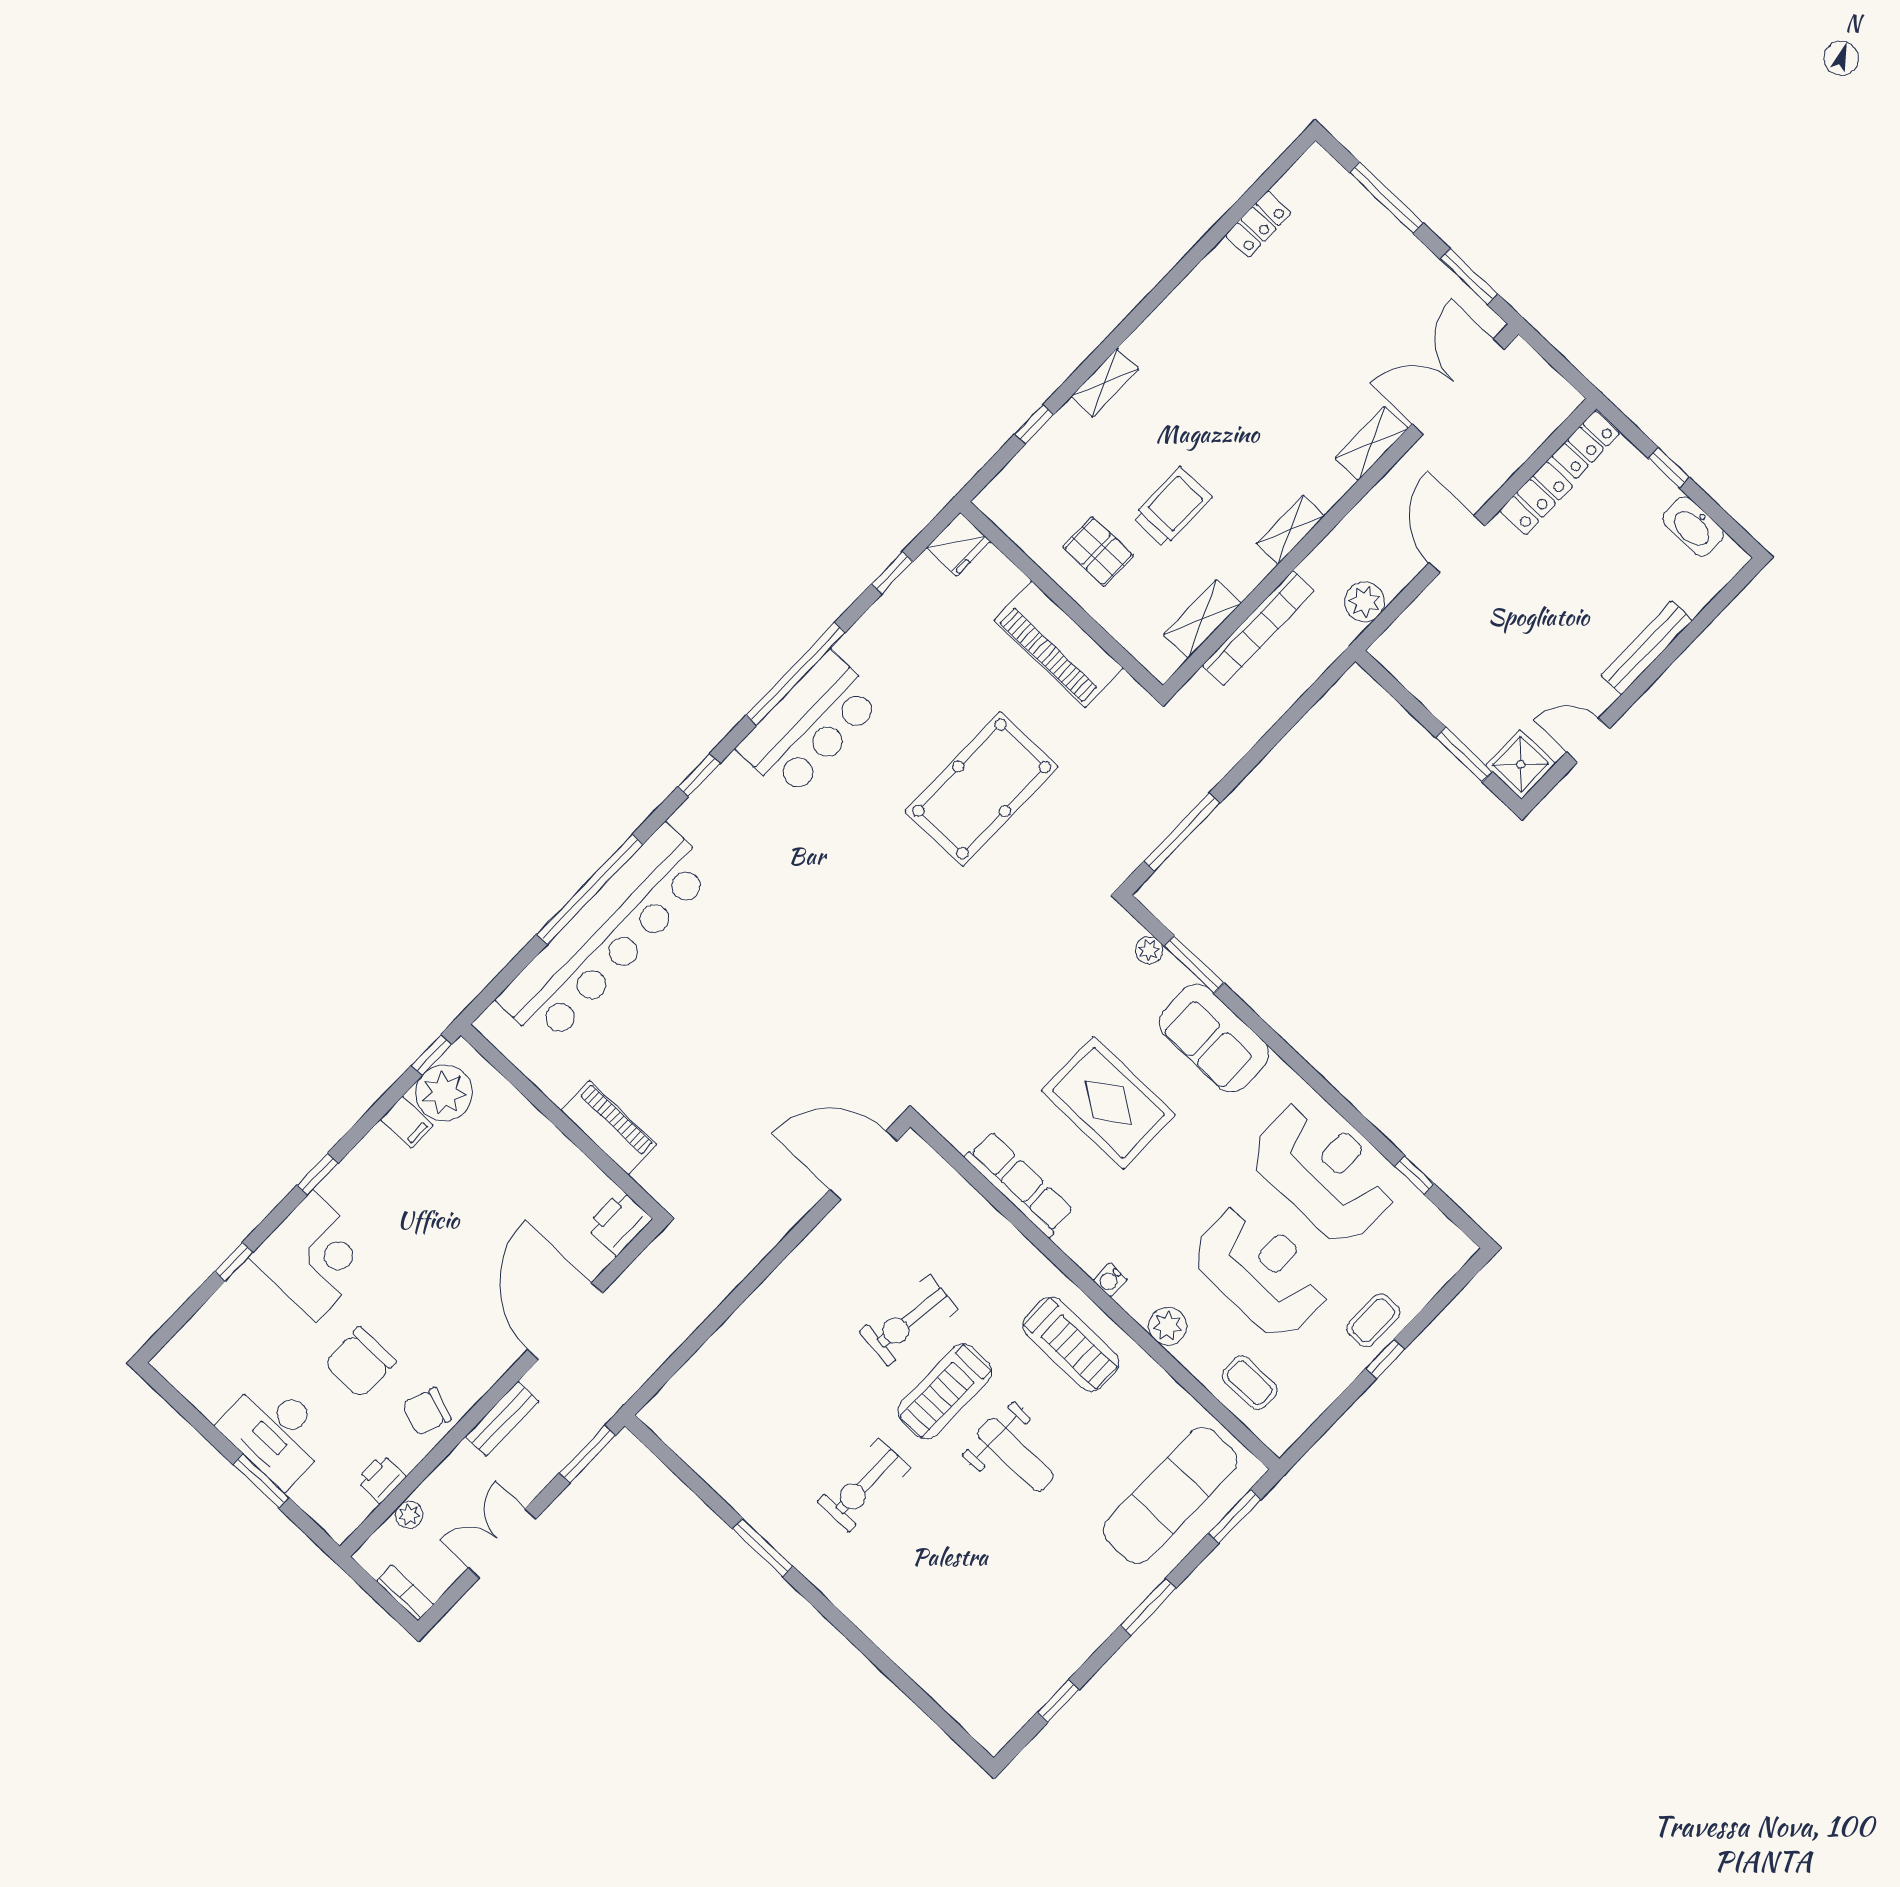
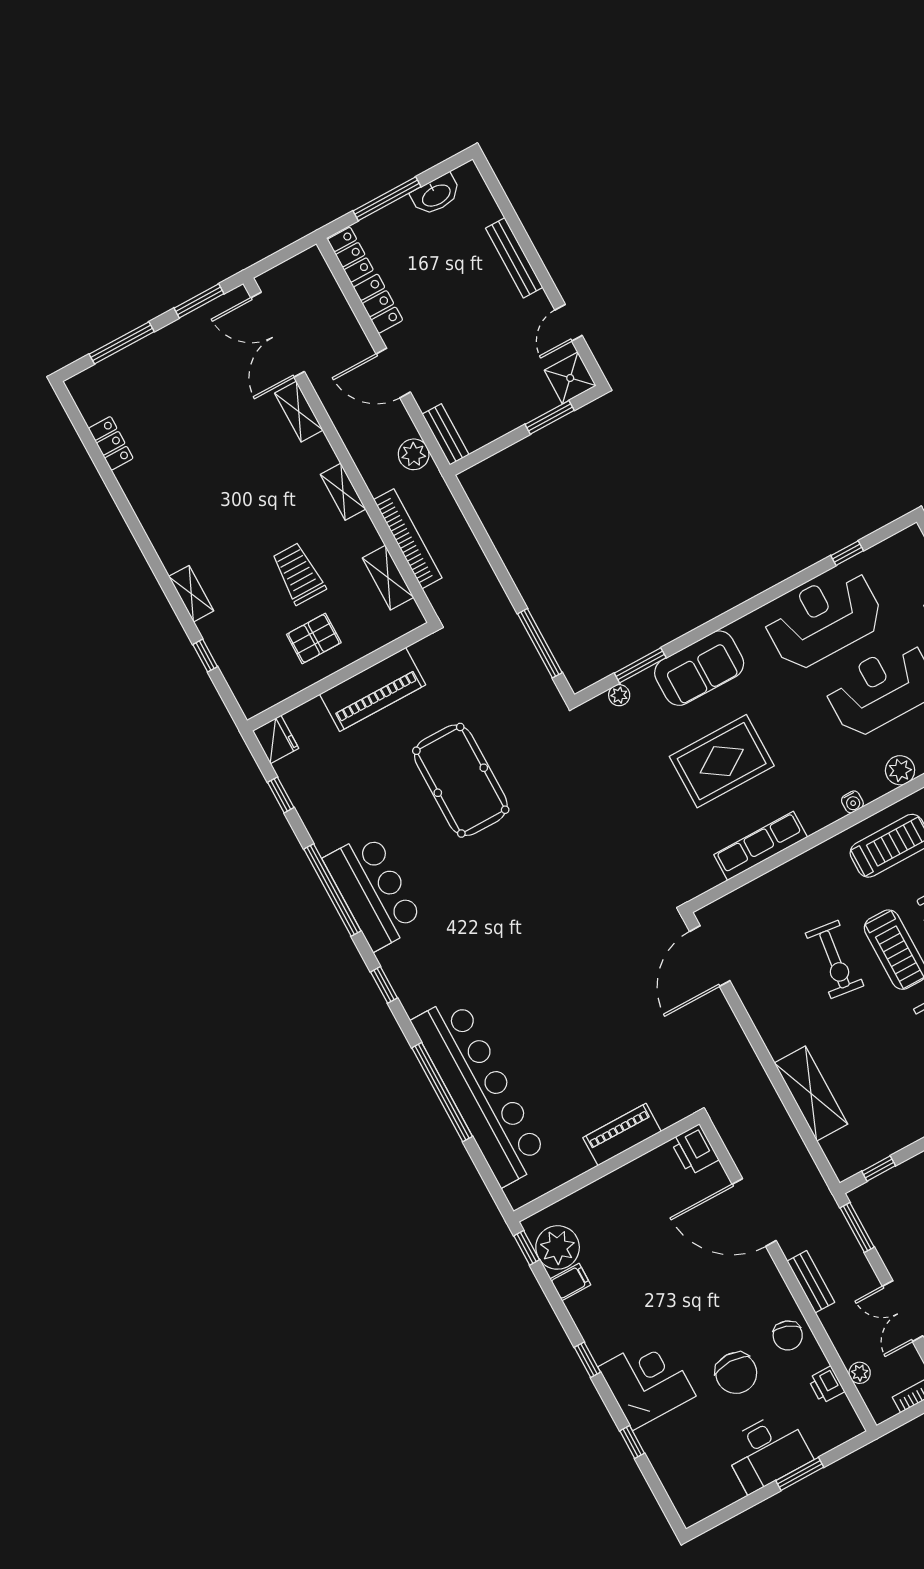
window: (1669, 468) -> (387, 199), width x2.17
bench: (1402, 633) -> (446, 434), added
shelving: (734, 1344) -> (811, 1094), added
window: (668, 1457) -> (879, 1169), added

